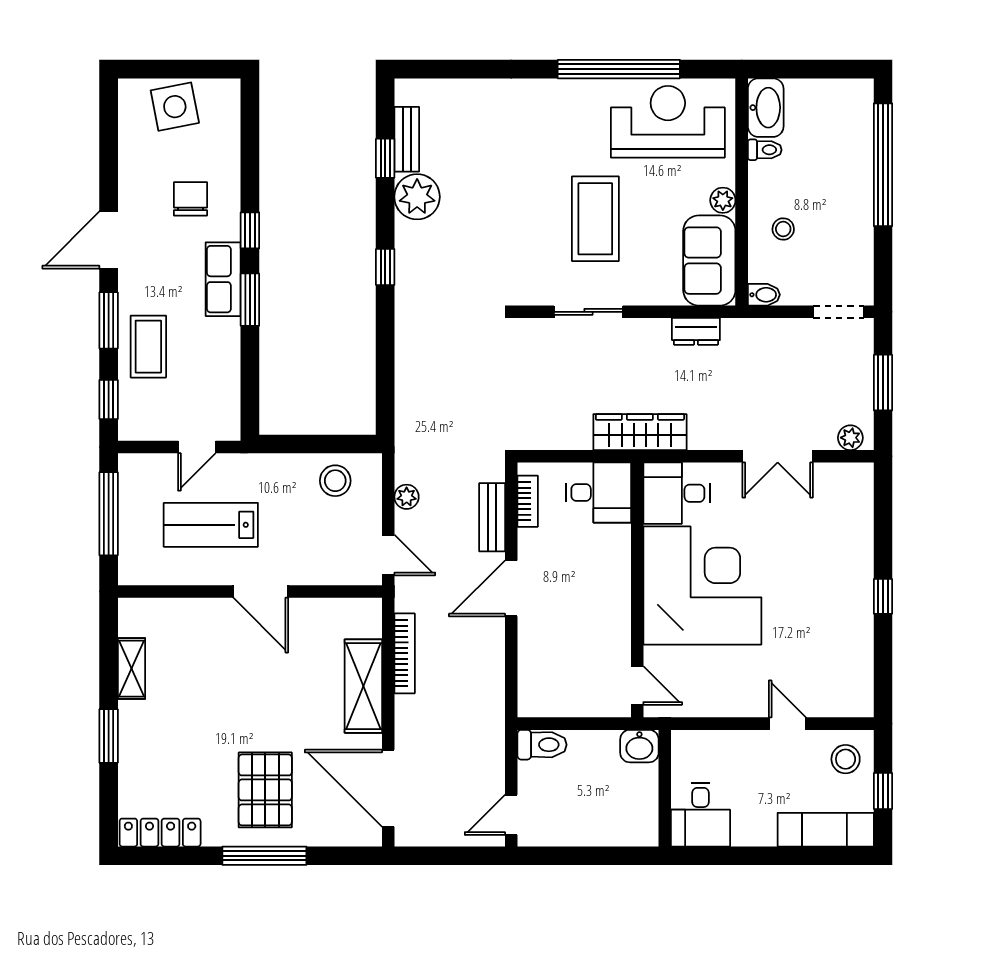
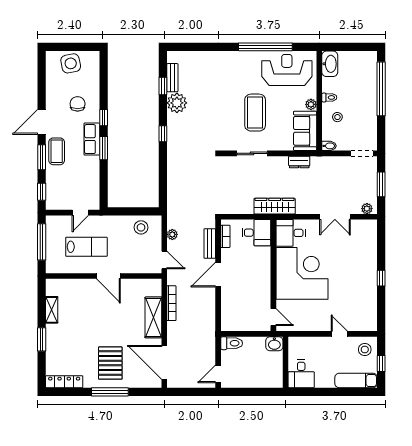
toilet: (765, 150) -> (329, 97), moved
coffee table: (148, 347) -> (57, 151), moved
lab bench: (211, 525) -> (86, 247), turned 180

